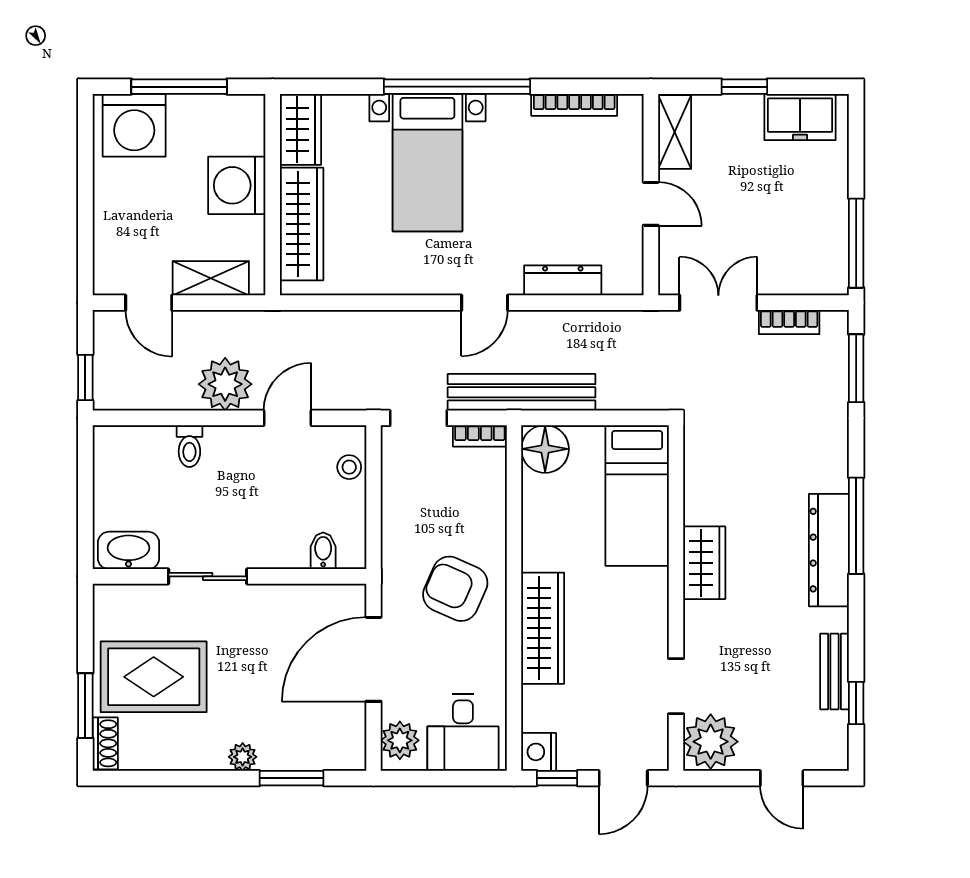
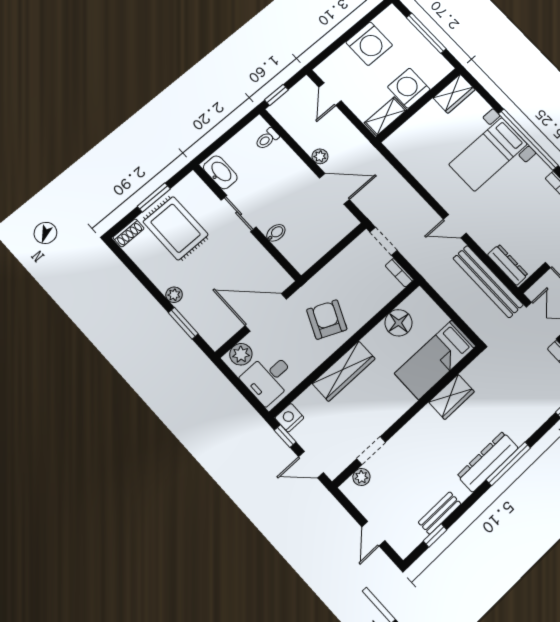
washing machine: (134, 125) -> (369, 44), moved, turned -90
wardrobe: (302, 224) -> (417, 126), removed
shelving: (211, 278) -> (386, 116), moved, turned 90
dresser: (563, 280) -> (508, 265), moved
plant: (225, 384) -> (320, 156), width x0.53, depth x0.53
bench: (522, 392) -> (488, 282), moved
door: (287, 418) -> (334, 189), width x1.38
toilet: (189, 446) -> (267, 139), moved
floor lamp: (545, 449) -> (398, 323), moved
stool: (349, 467) -> (337, 231), removed
bidet: (323, 551) -> (276, 233), moved
wardrobe: (704, 563) -> (452, 397), moved
window: (85, 706) -> (154, 198), moved
plant: (711, 742) -> (361, 477), width x0.53, depth x0.53

